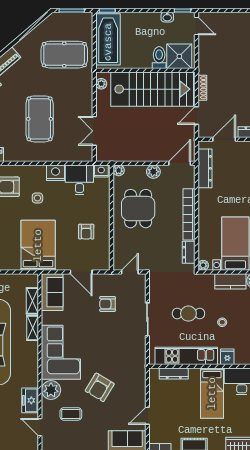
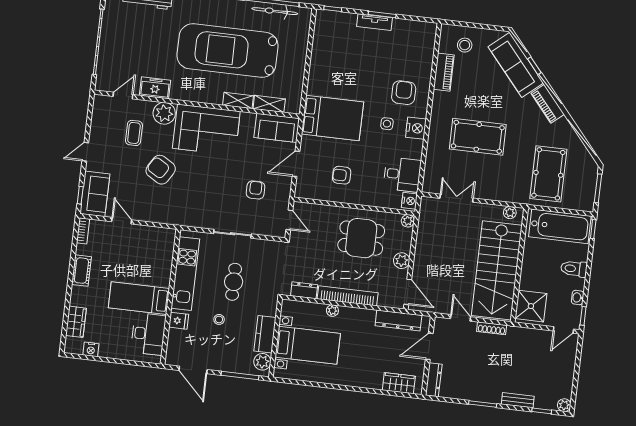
toilet: (159, 58) -> (574, 269), moved, turned 180
door: (224, 139) -> (429, 346), swing flipped
nightstand: (55, 173) -> (416, 128), moved
plant: (203, 265) -> (332, 311), moved
dresser: (174, 373) -> (167, 257), removed

